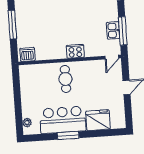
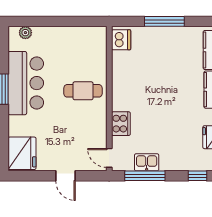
cooker: (75, 51) -> (121, 124), moved
fridge: (98, 120) -> (22, 153), moved

